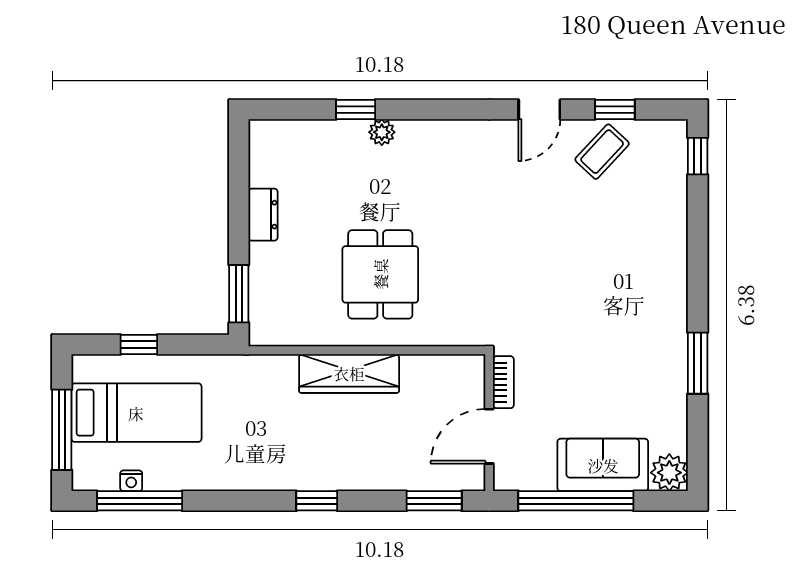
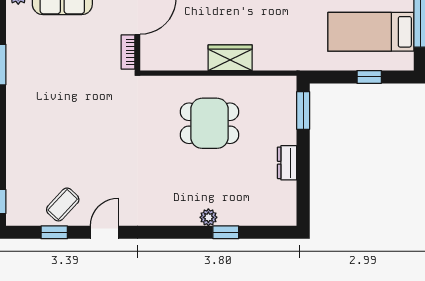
dining table: (380, 274) -> (210, 123), turned 90
wardrobe: (349, 373) -> (230, 58), width x0.67

